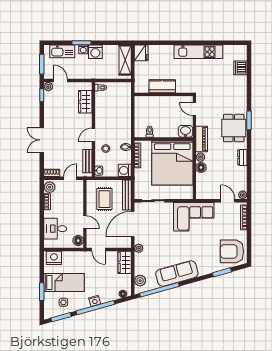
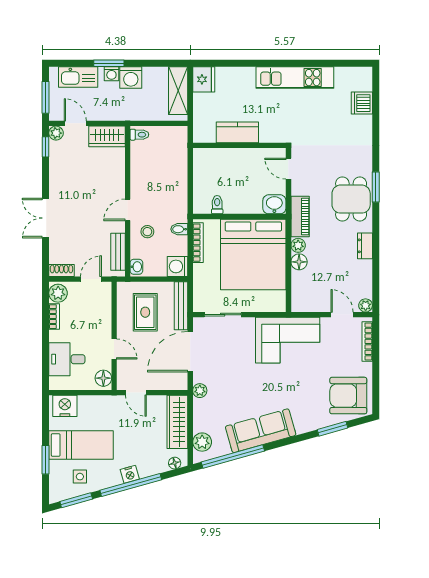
wardrobe: (85, 102) -> (107, 136), moved, turned -90
wardrobe: (125, 262) -> (177, 422), width x1.50

